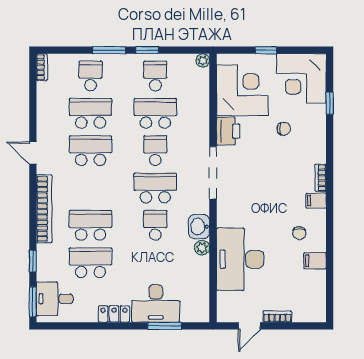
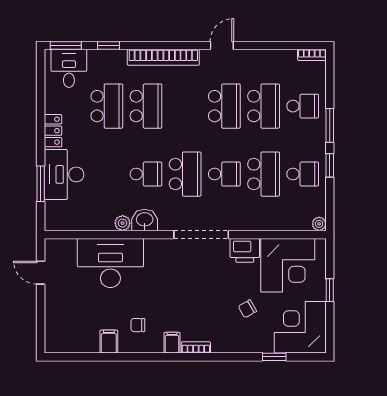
chair: (284, 129) -> (247, 309), turned 60
bookcase: (277, 317) -> (50, 302), removed

